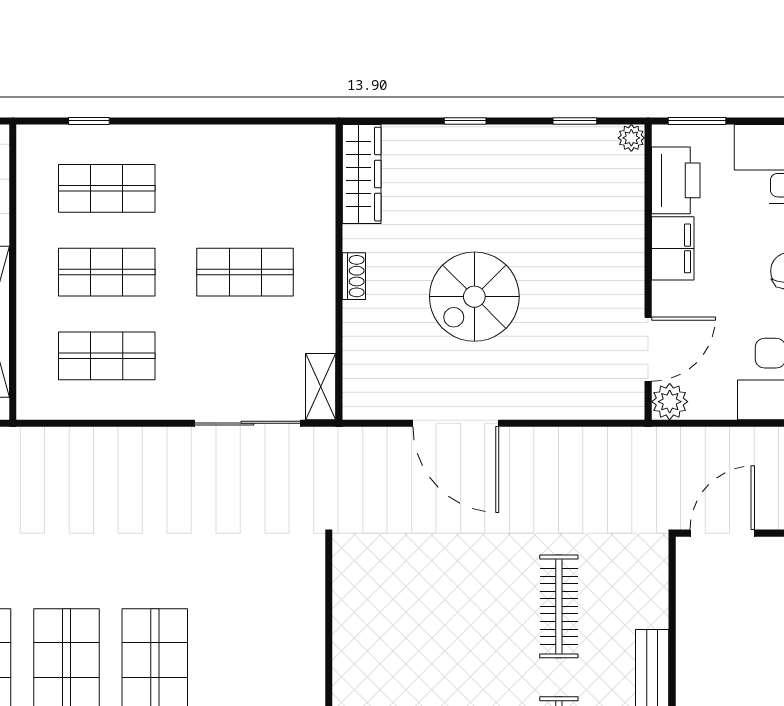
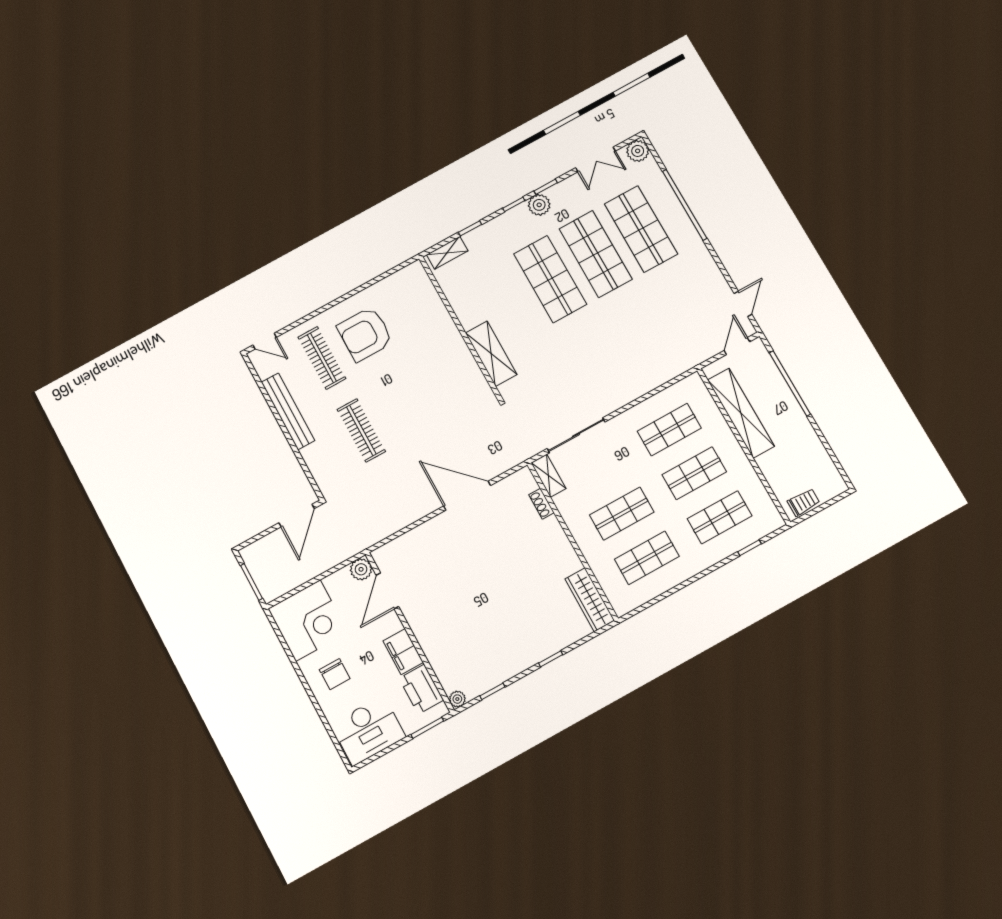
shop shelf: (245, 188) -> (647, 558), added
shoe rack: (354, 276) -> (541, 504), moved
spiral stairs: (474, 297) -> (494, 568), removed
shelving: (304, 614) -> (491, 354), added

